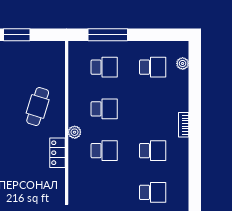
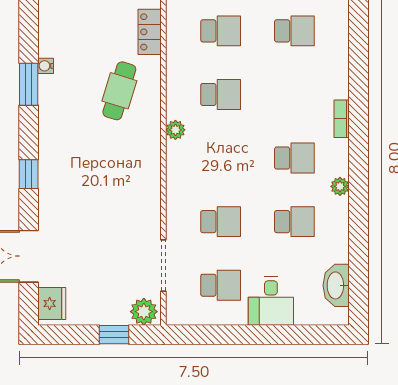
plant: (183, 63) -> (340, 186), moved
school desk: (104, 151) -> (221, 222), moved
locker: (58, 153) -> (150, 32), moved

